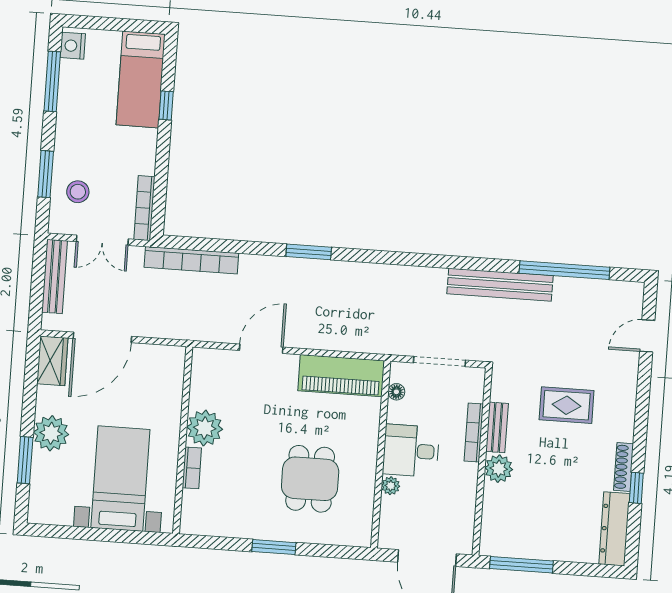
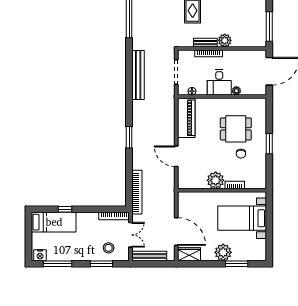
bench: (500, 285) -> (138, 75), moved
chair: (257, 486) -> (241, 154), added

